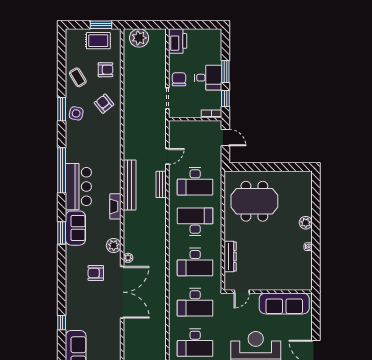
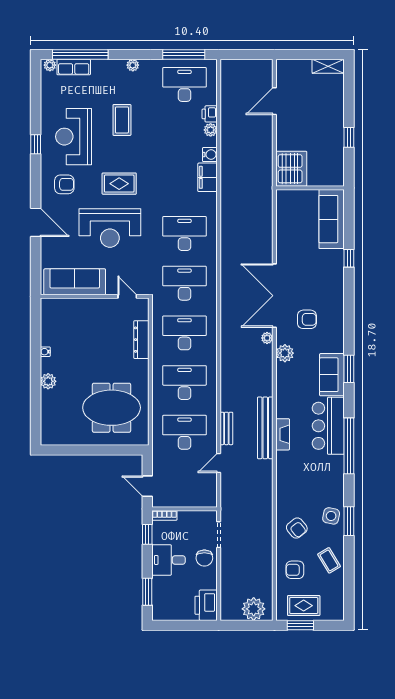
window: (225, 72) -> (147, 592), moved
fireplace: (115, 206) -> (283, 434), moved
desk: (195, 222) -> (184, 383), turned 180
door: (242, 292) -> (127, 296), hinge flipped

